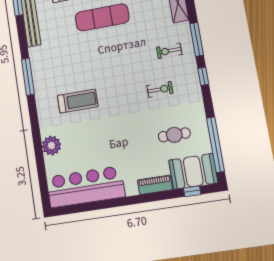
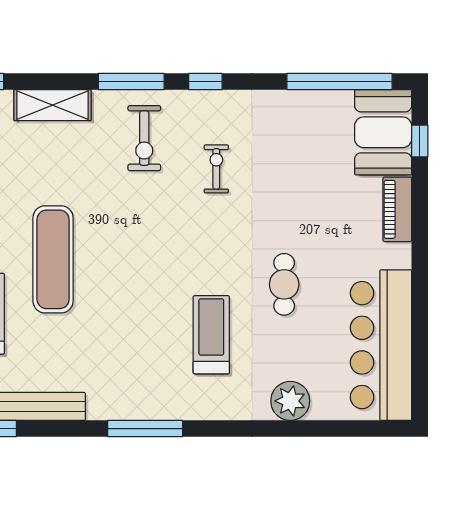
exercise bike: (169, 51) -> (144, 138), width x1.38, depth x1.39
cafe table: (174, 135) -> (284, 284), moved

